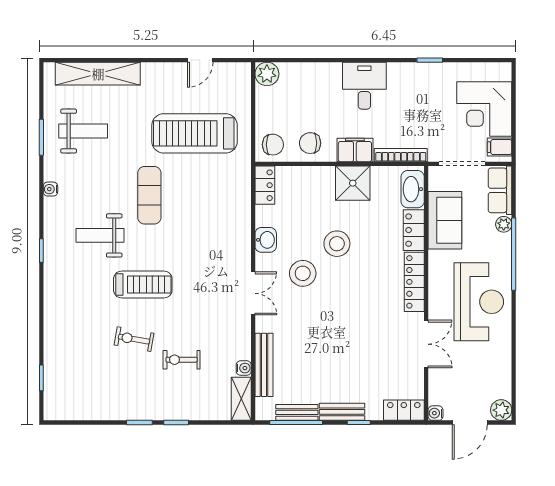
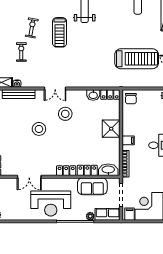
treadmill: (195, 133) -> (137, 59), turned 90
chair: (310, 143) -> (132, 118), removed
filing cabinet: (355, 150) -> (128, 140), width x0.50
shower: (353, 183) -> (111, 129), moved
exercise mat: (149, 195) -> (105, 36), removed
washbasin: (266, 240) -> (93, 95), moved
stool: (337, 244) -> (39, 129), moved
locker: (414, 282) -> (66, 171), width x0.66

